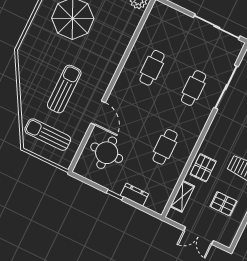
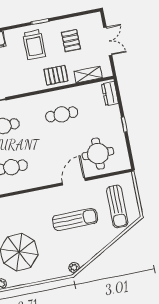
plant: (23, 56) -> (74, 267), added
sun lounger: (64, 89) -> (75, 219), turned 180
dresser: (134, 195) -> (110, 94), moved

